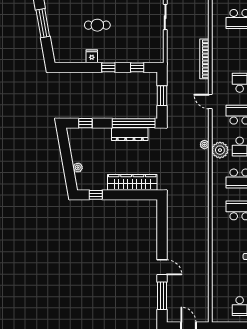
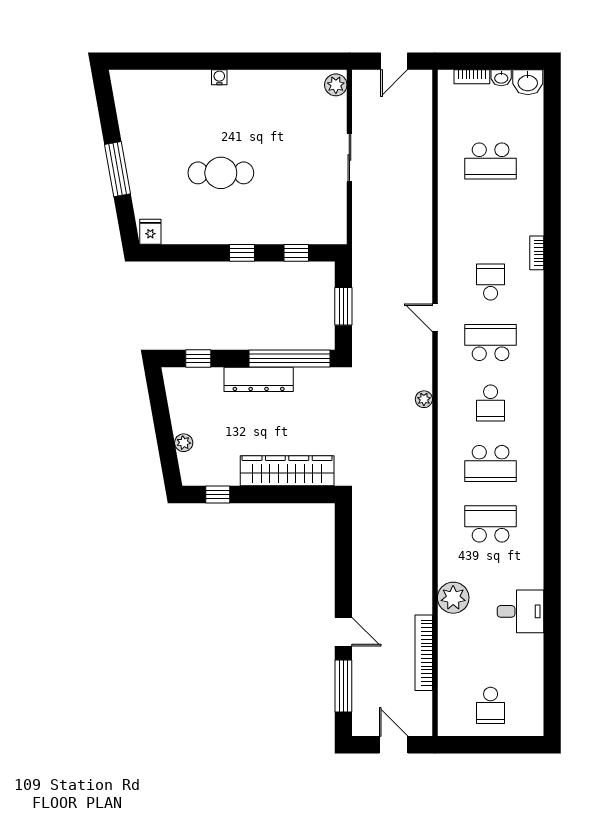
cafe table: (97, 25) -> (221, 173), width x1.37, depth x1.35
fridge: (92, 56) -> (150, 232), moved
bookcase: (204, 59) -> (424, 653), moved
dresser: (130, 134) -> (259, 379), moved
plant: (220, 150) -> (453, 598), moved

